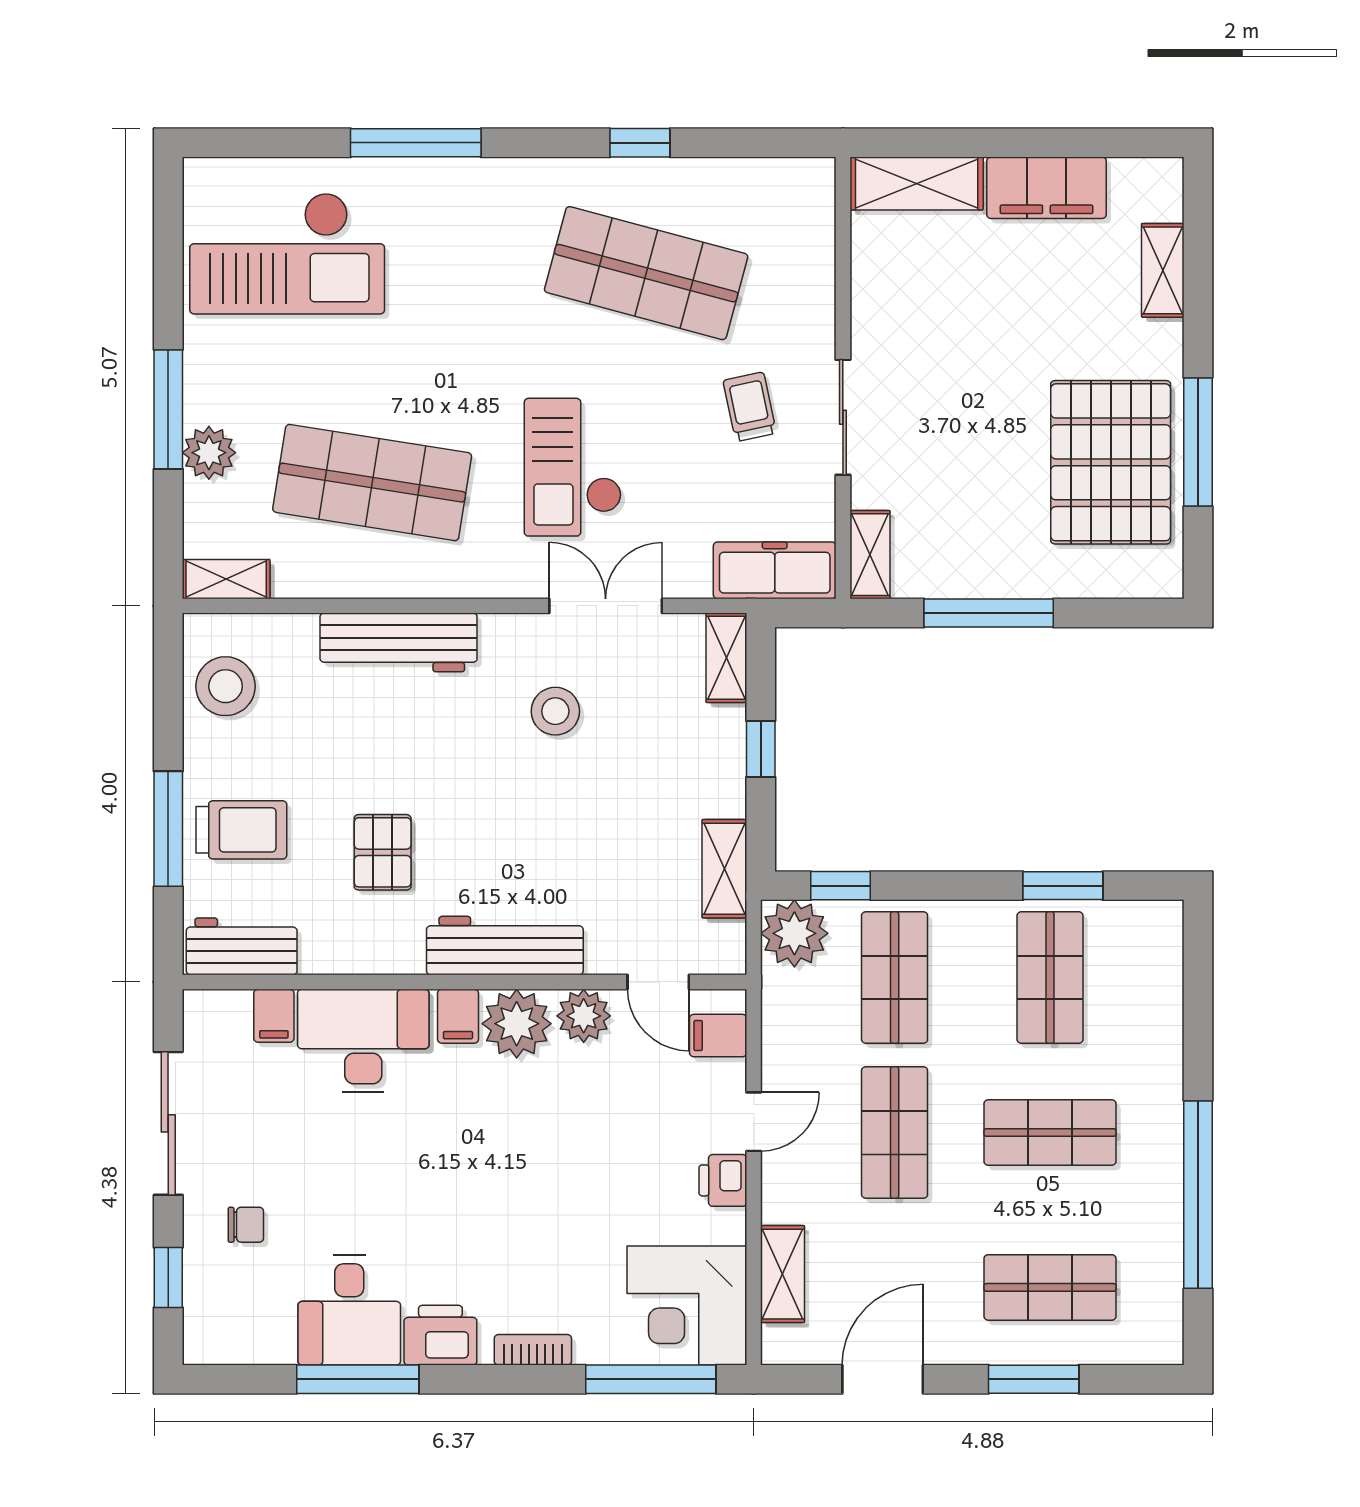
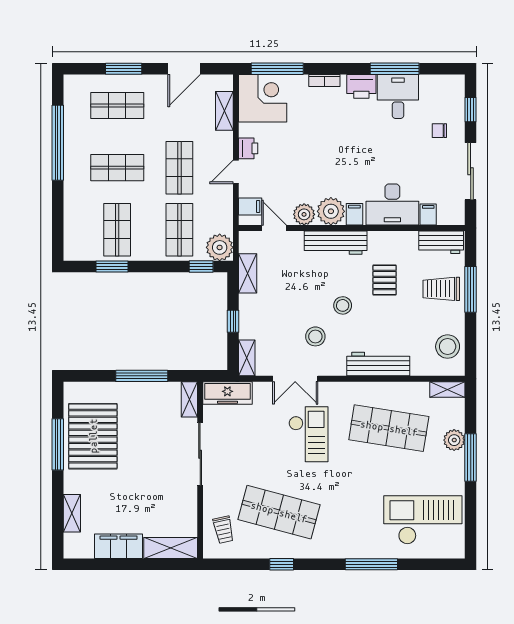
trolley: (750, 407) -> (223, 530), moved
sliding door: (843, 417) -> (200, 454), width x1.37
stool: (487, 789) -> (343, 305), added

